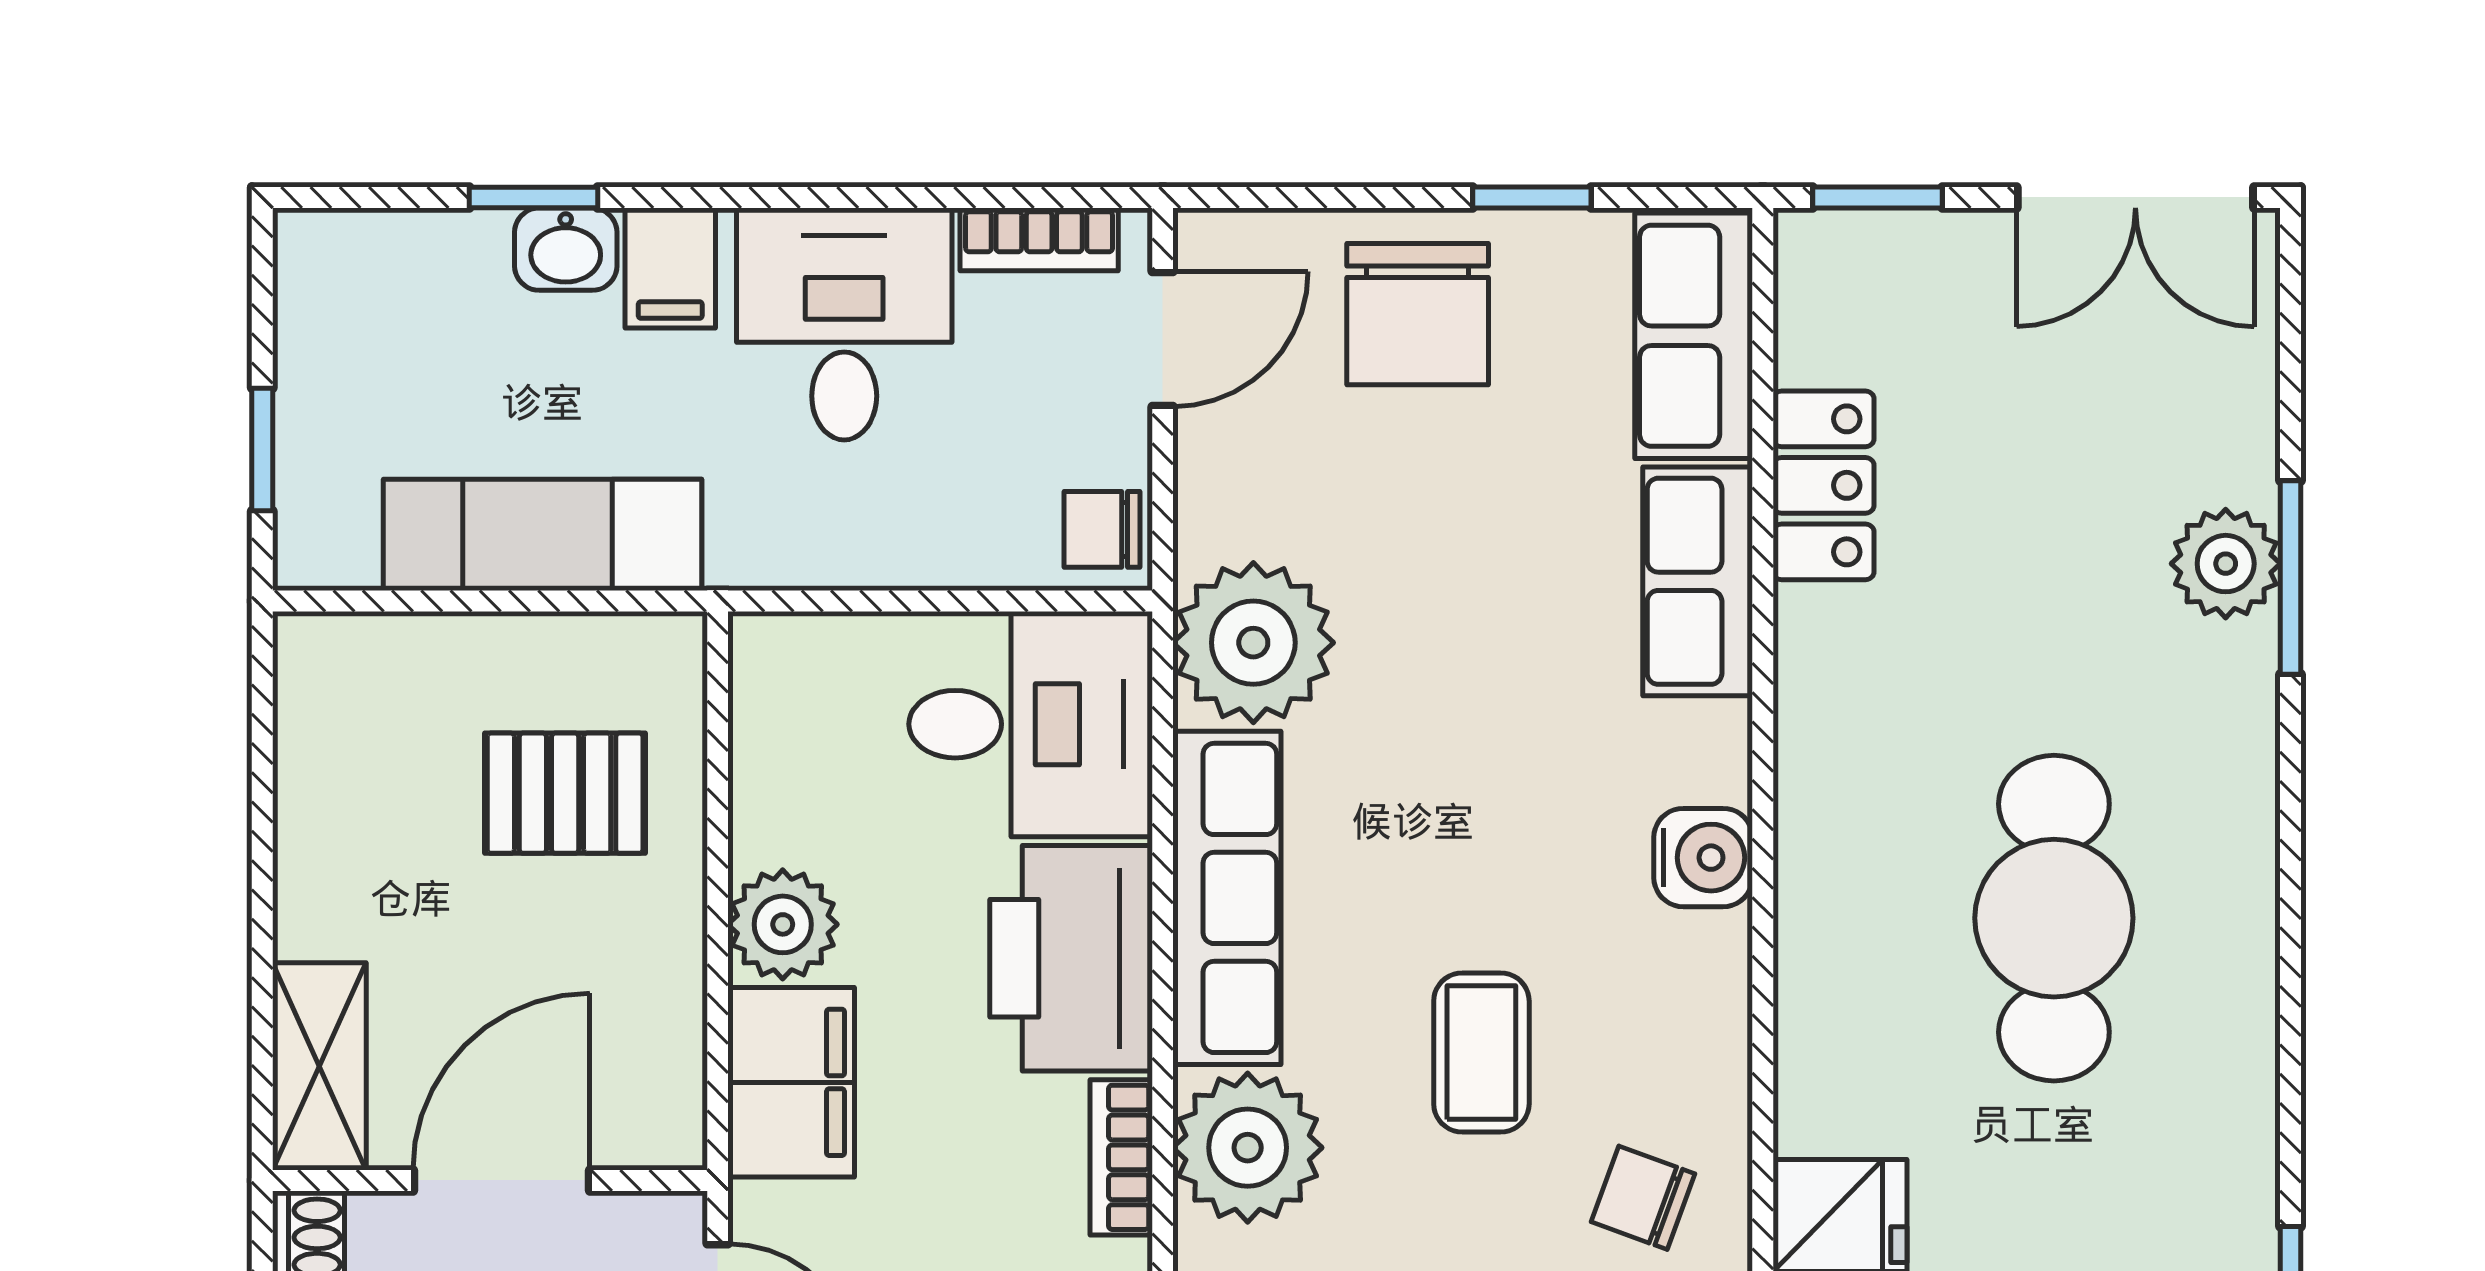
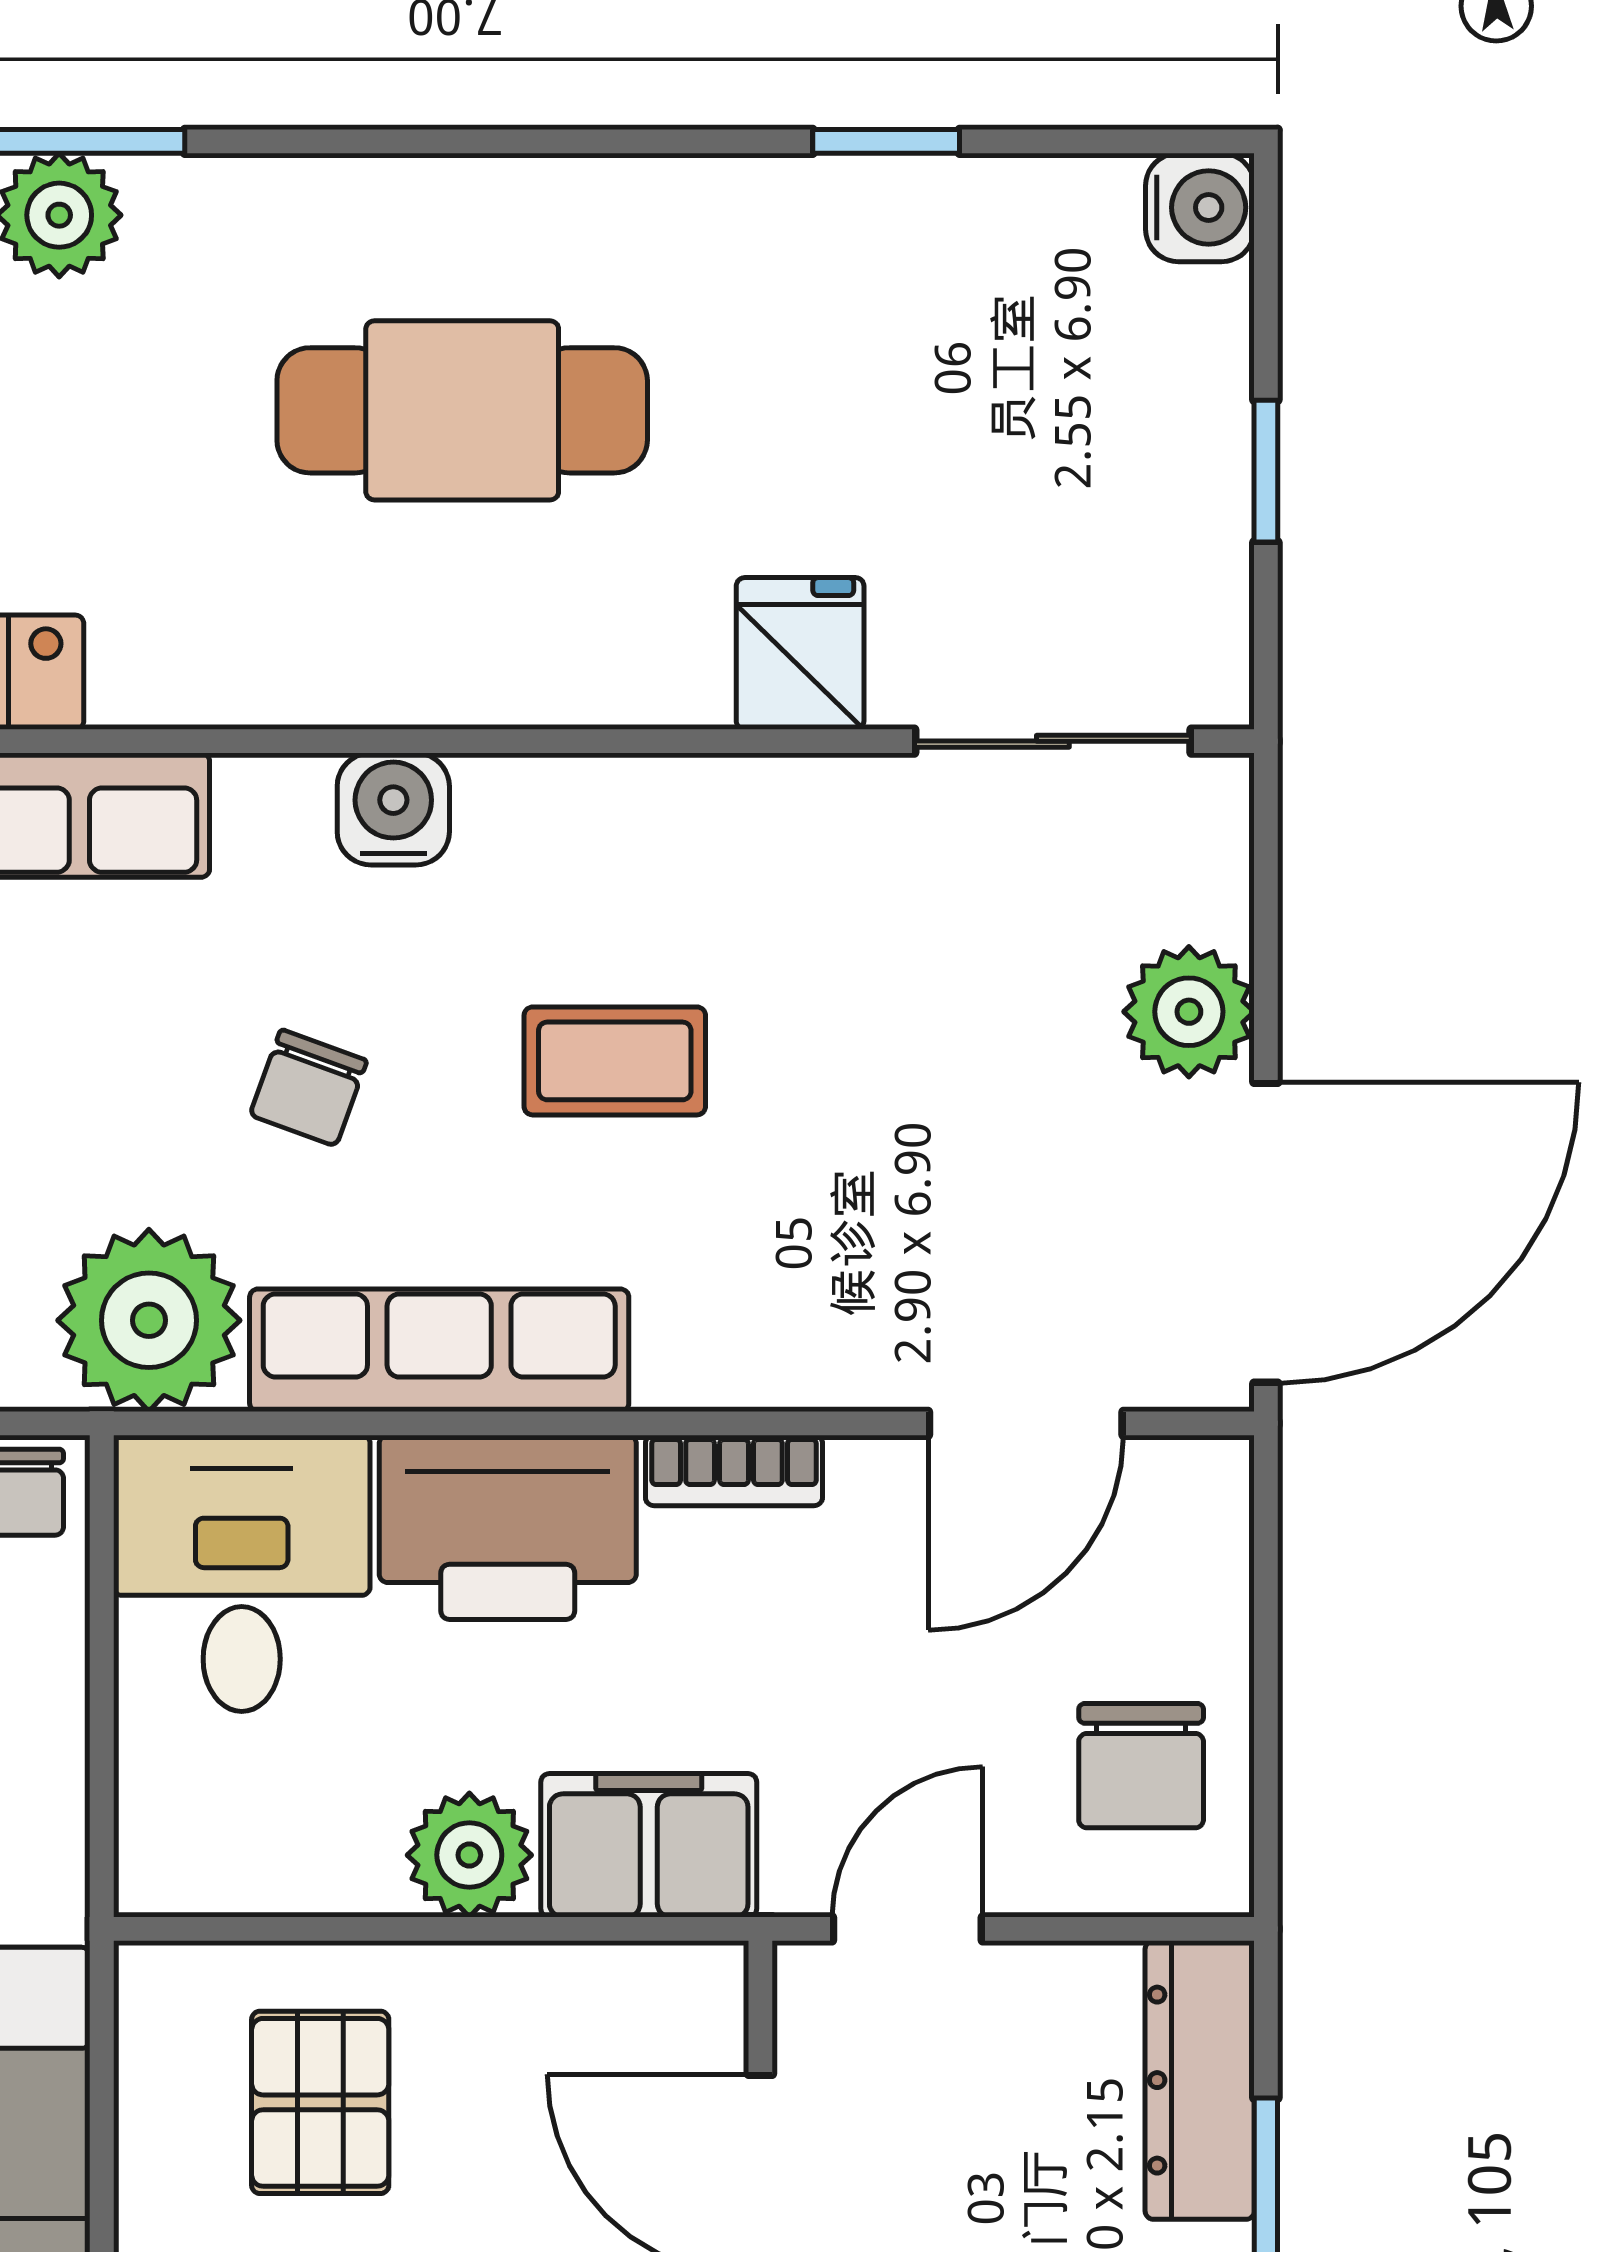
plant: (1248, 1148) -> (723, 1327), removed
chair: (1643, 1198) -> (308, 1088), moved

